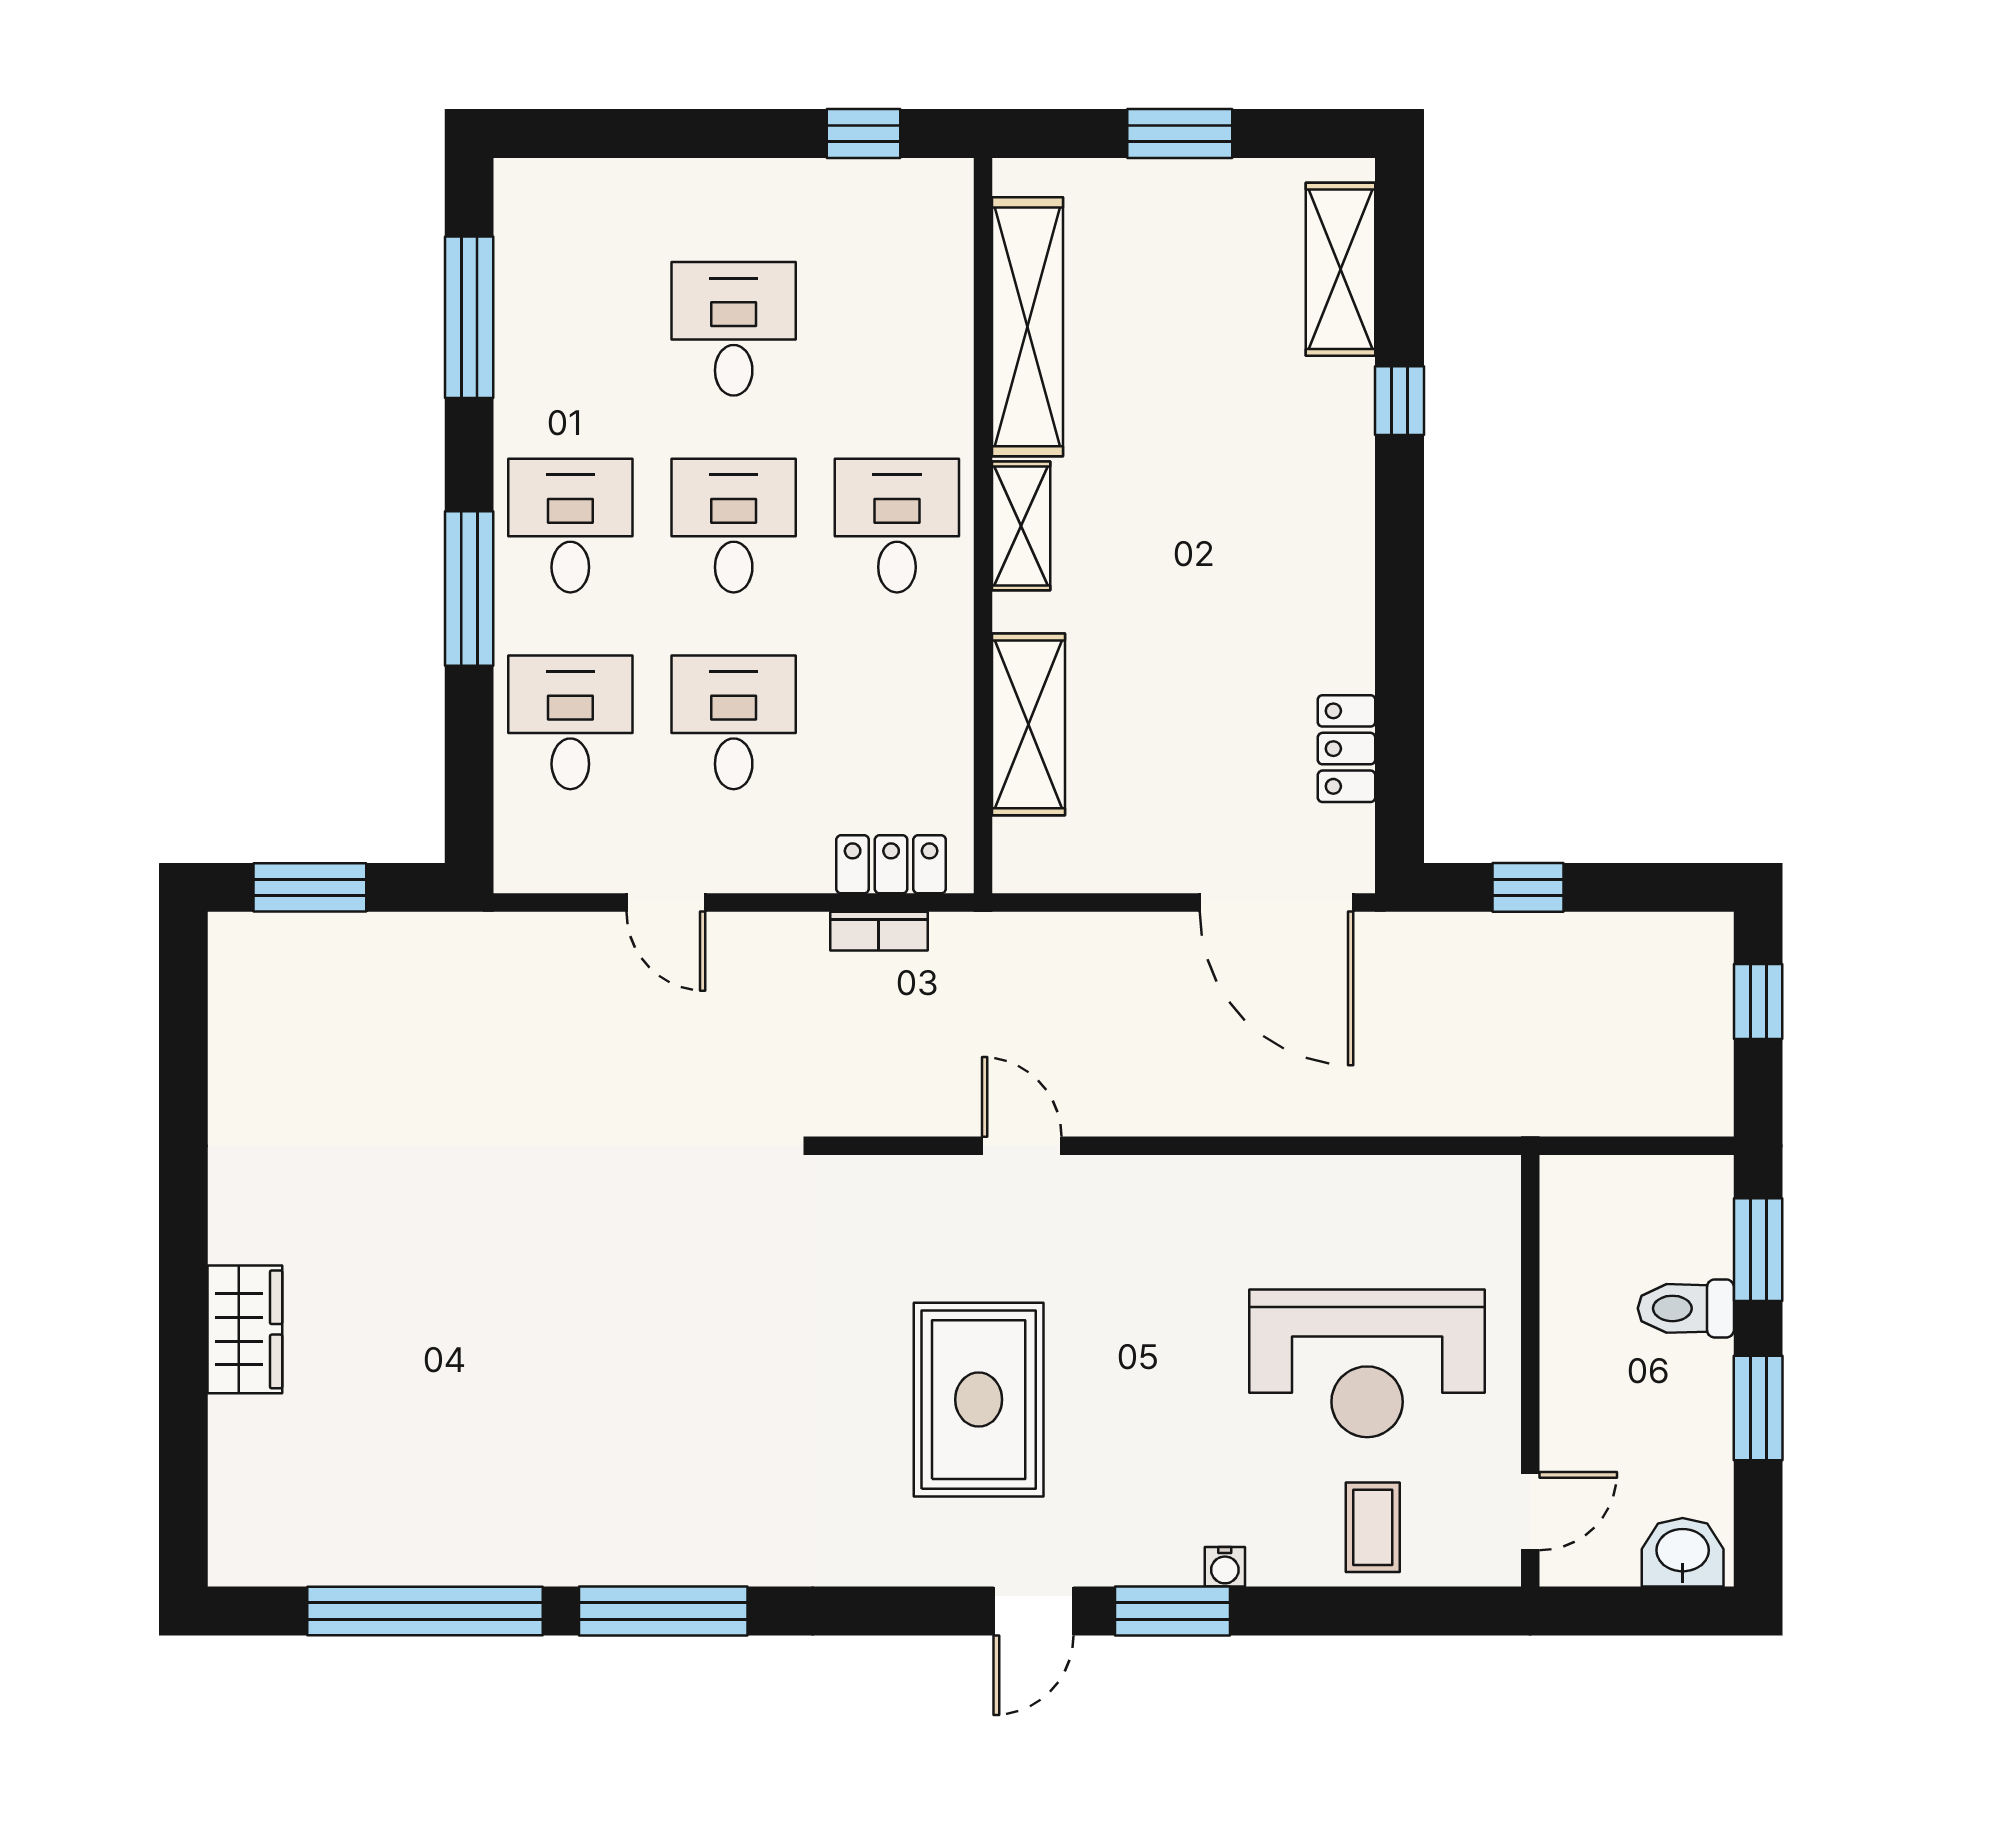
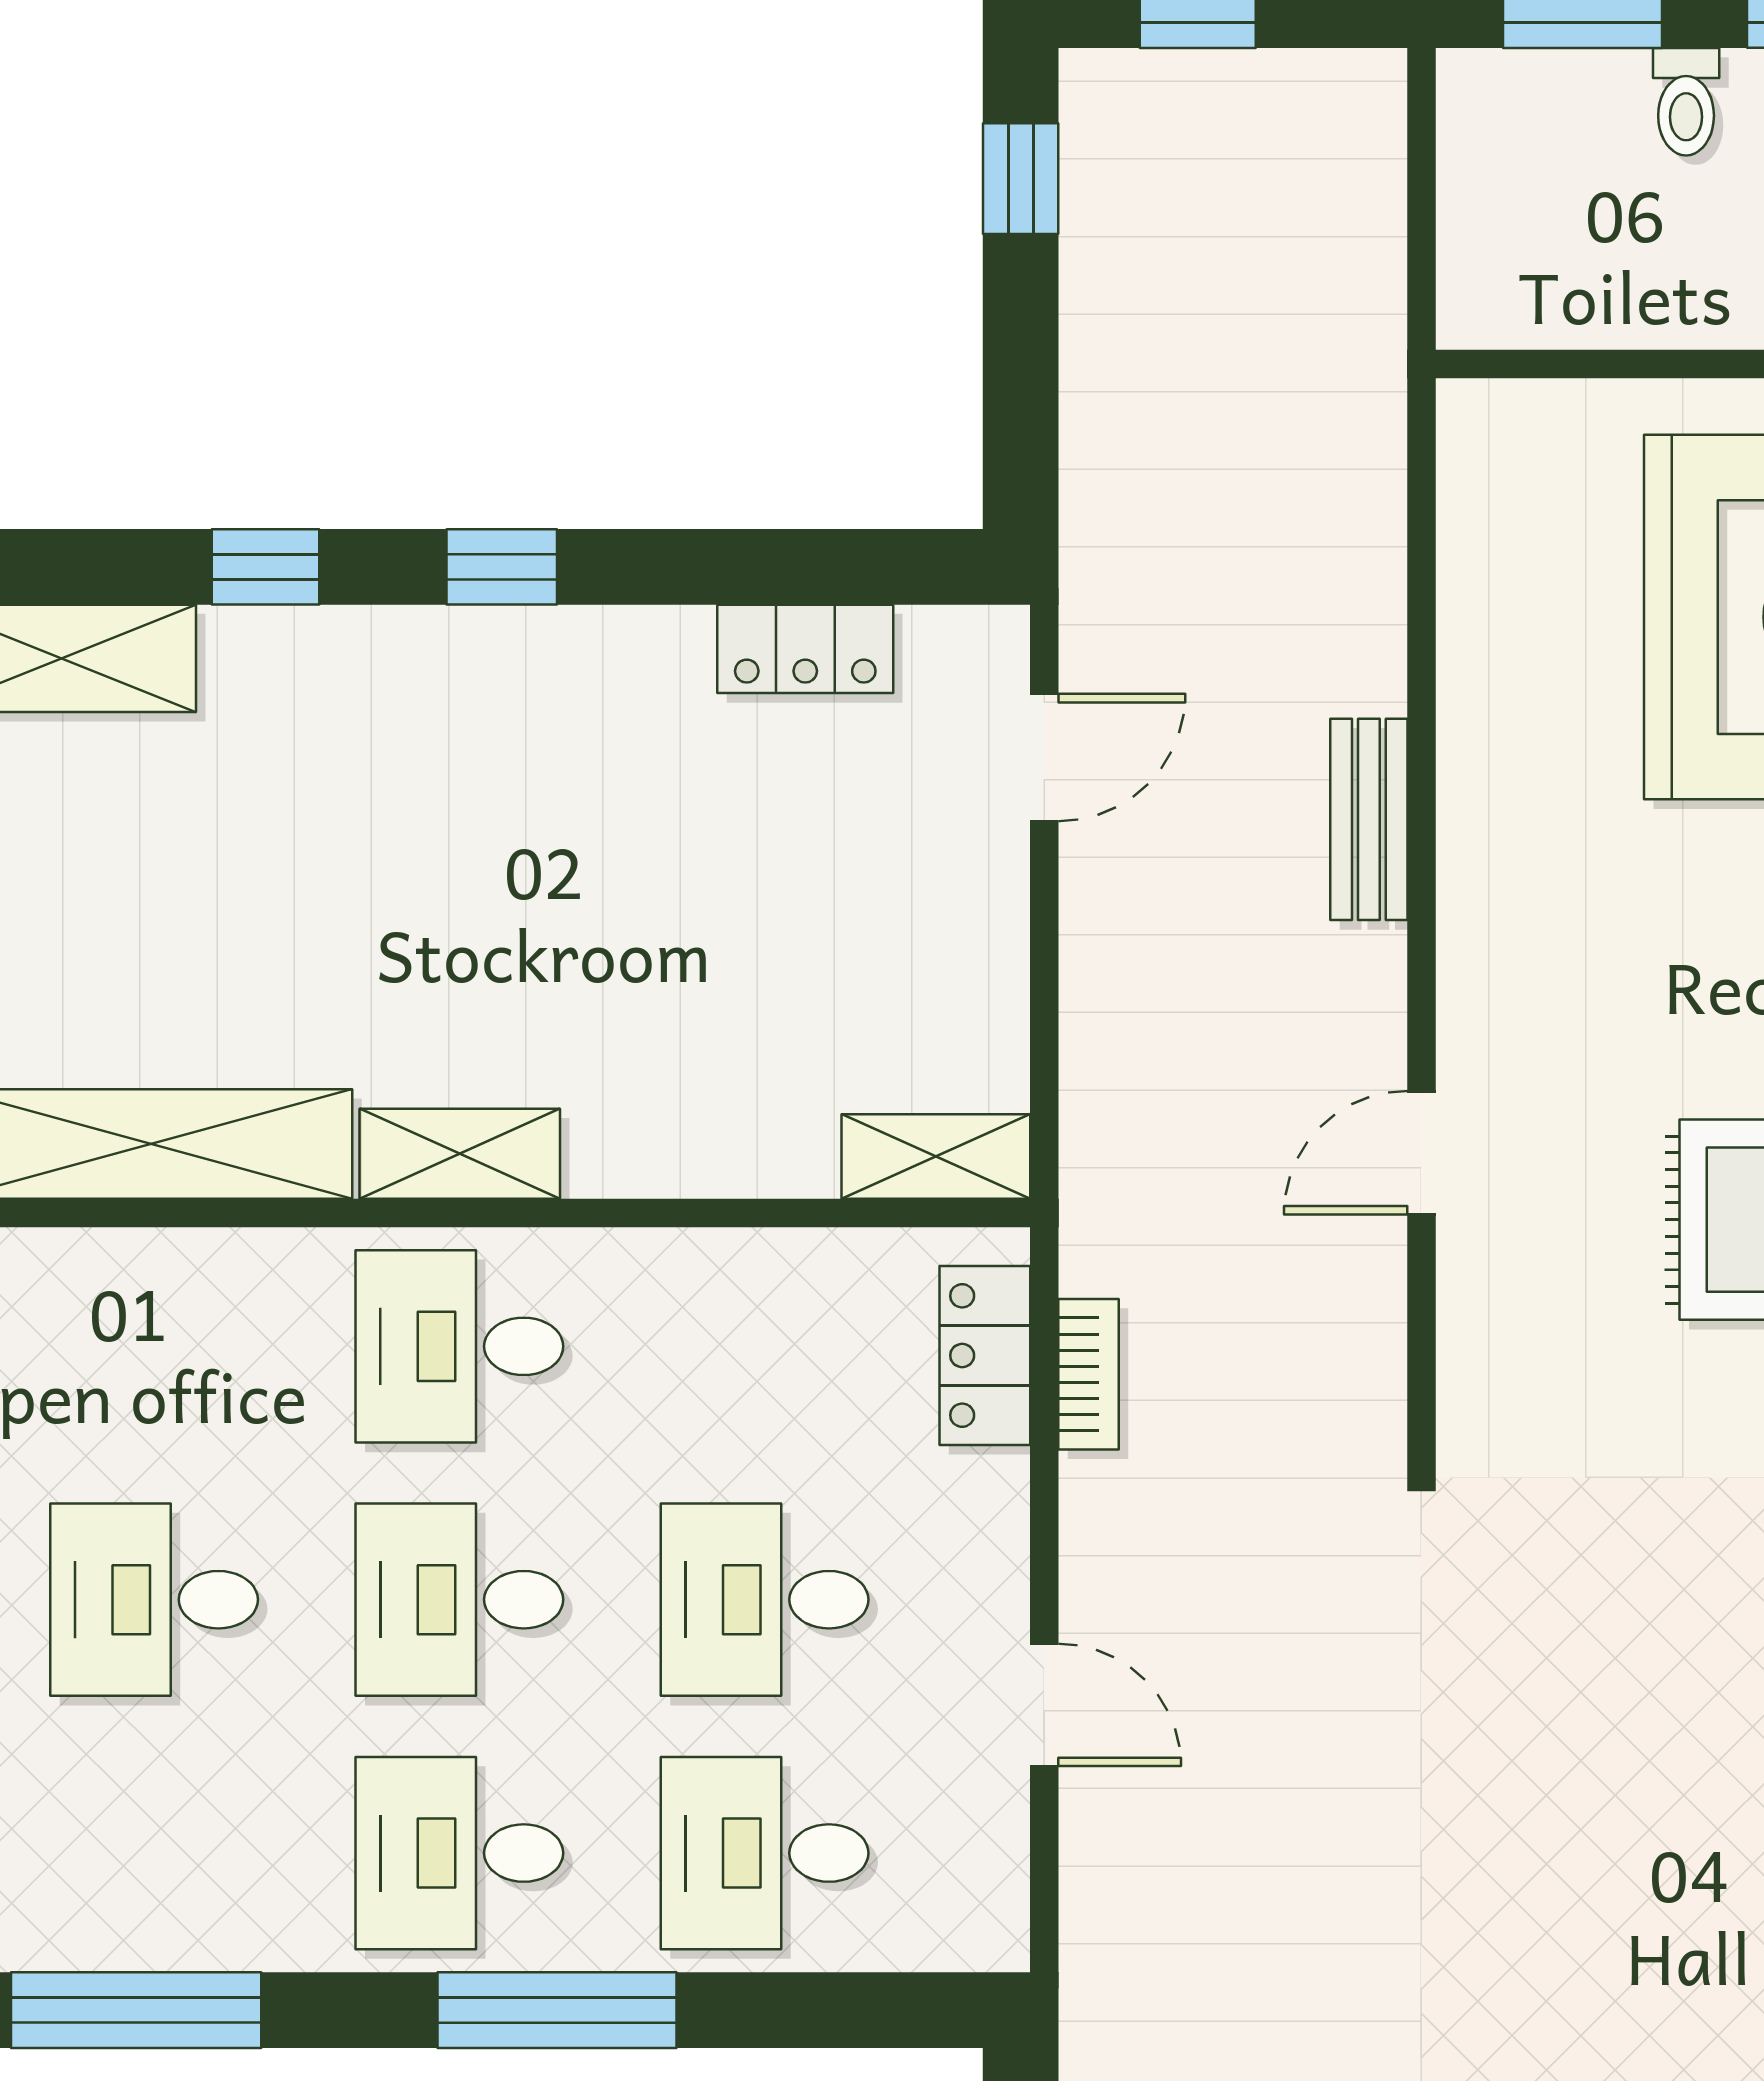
window: (1399, 553) -> (502, 567), added
shelving: (1028, 724) -> (936, 1156), moved, width x0.67, depth x0.75
window: (1528, 887) -> (1021, 179), moved
door: (666, 903) -> (1044, 1705), hinge flipped
door: (1277, 903) -> (1044, 758), width x0.53
bench: (1237, 1112) -> (1369, 819), added
toilet: (1686, 1308) -> (1686, 102), width x0.73, depth x0.72

